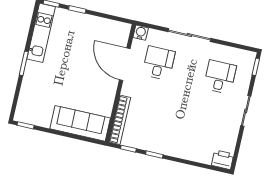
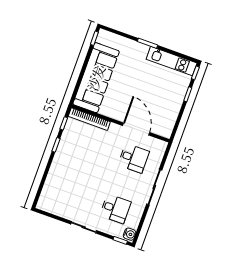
water cooler: (141, 33) -> (130, 234), moved
door: (125, 64) -> (136, 129), hinge flipped
sofa: (80, 123) -> (96, 78), width x1.36, depth x1.27
printer: (223, 160) -> (45, 202), removed

